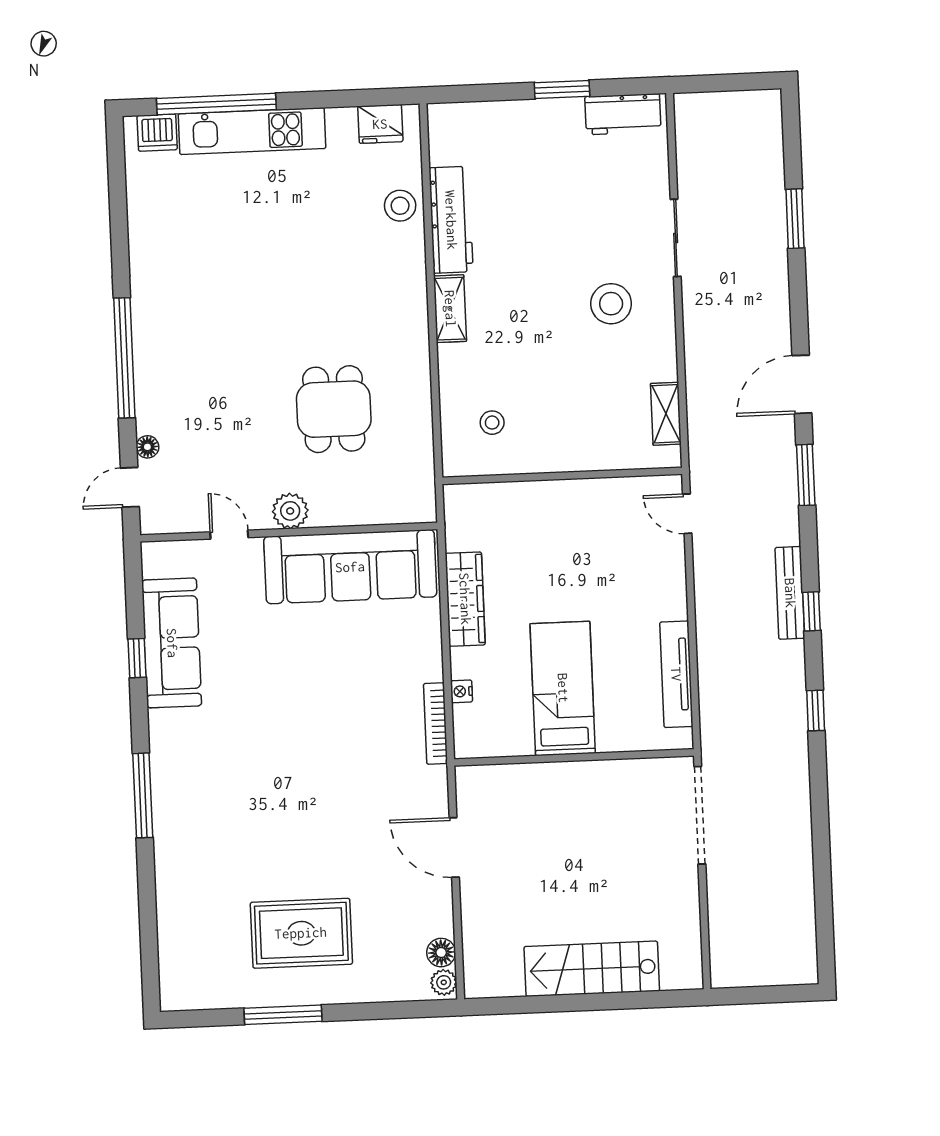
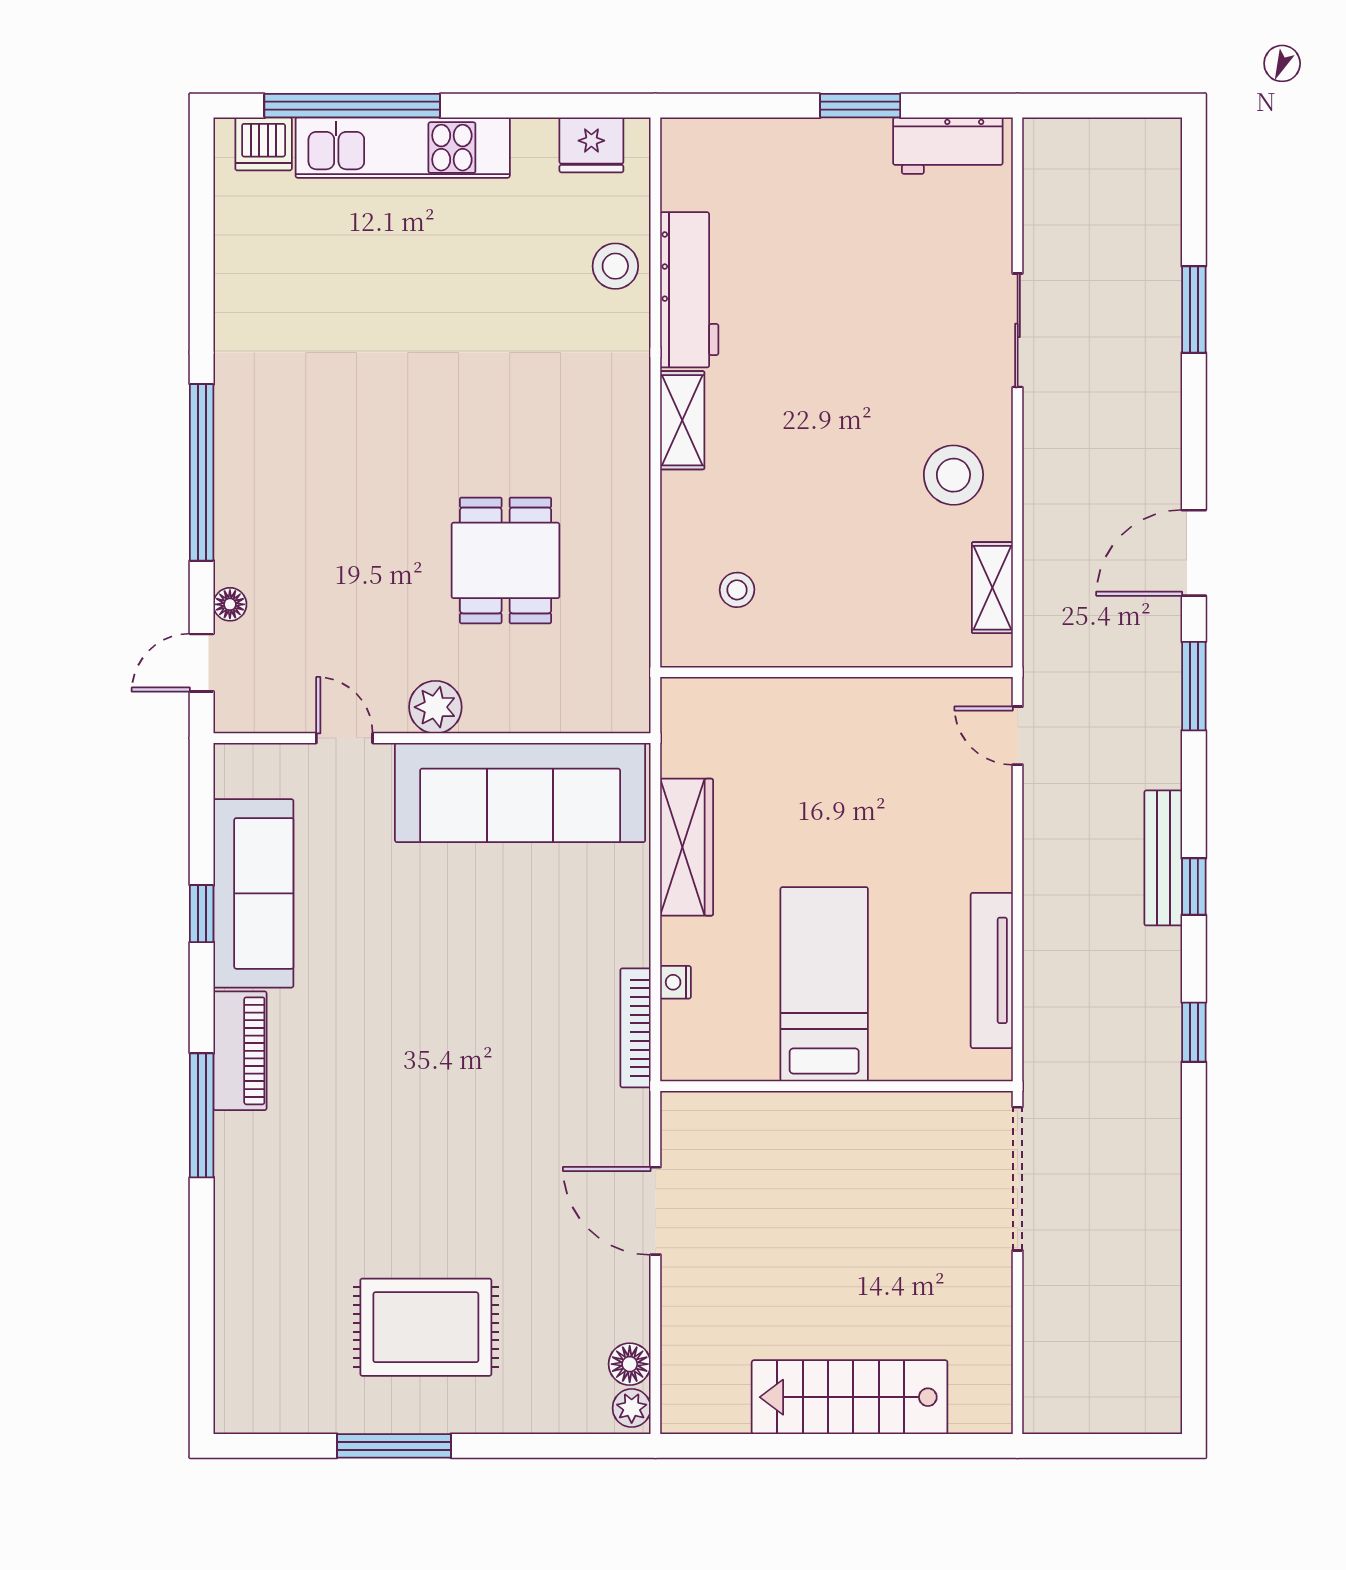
stool: (611, 304) -> (953, 475), moved
piano: (167, 750) -> (240, 1051), added

